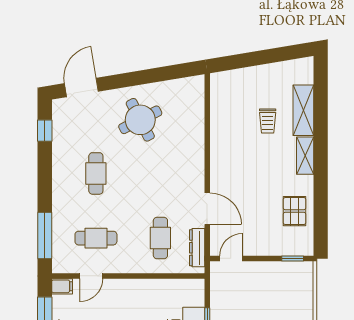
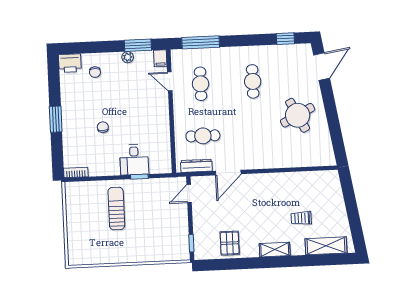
door: (81, 87) -> (322, 67), hinge flipped
shelving: (303, 110) -> (326, 246), moved
cafe table: (96, 173) -> (253, 81), turned 90
pallet: (295, 211) -> (230, 243), turned 90
door: (231, 258) -> (189, 194), swing flipped

